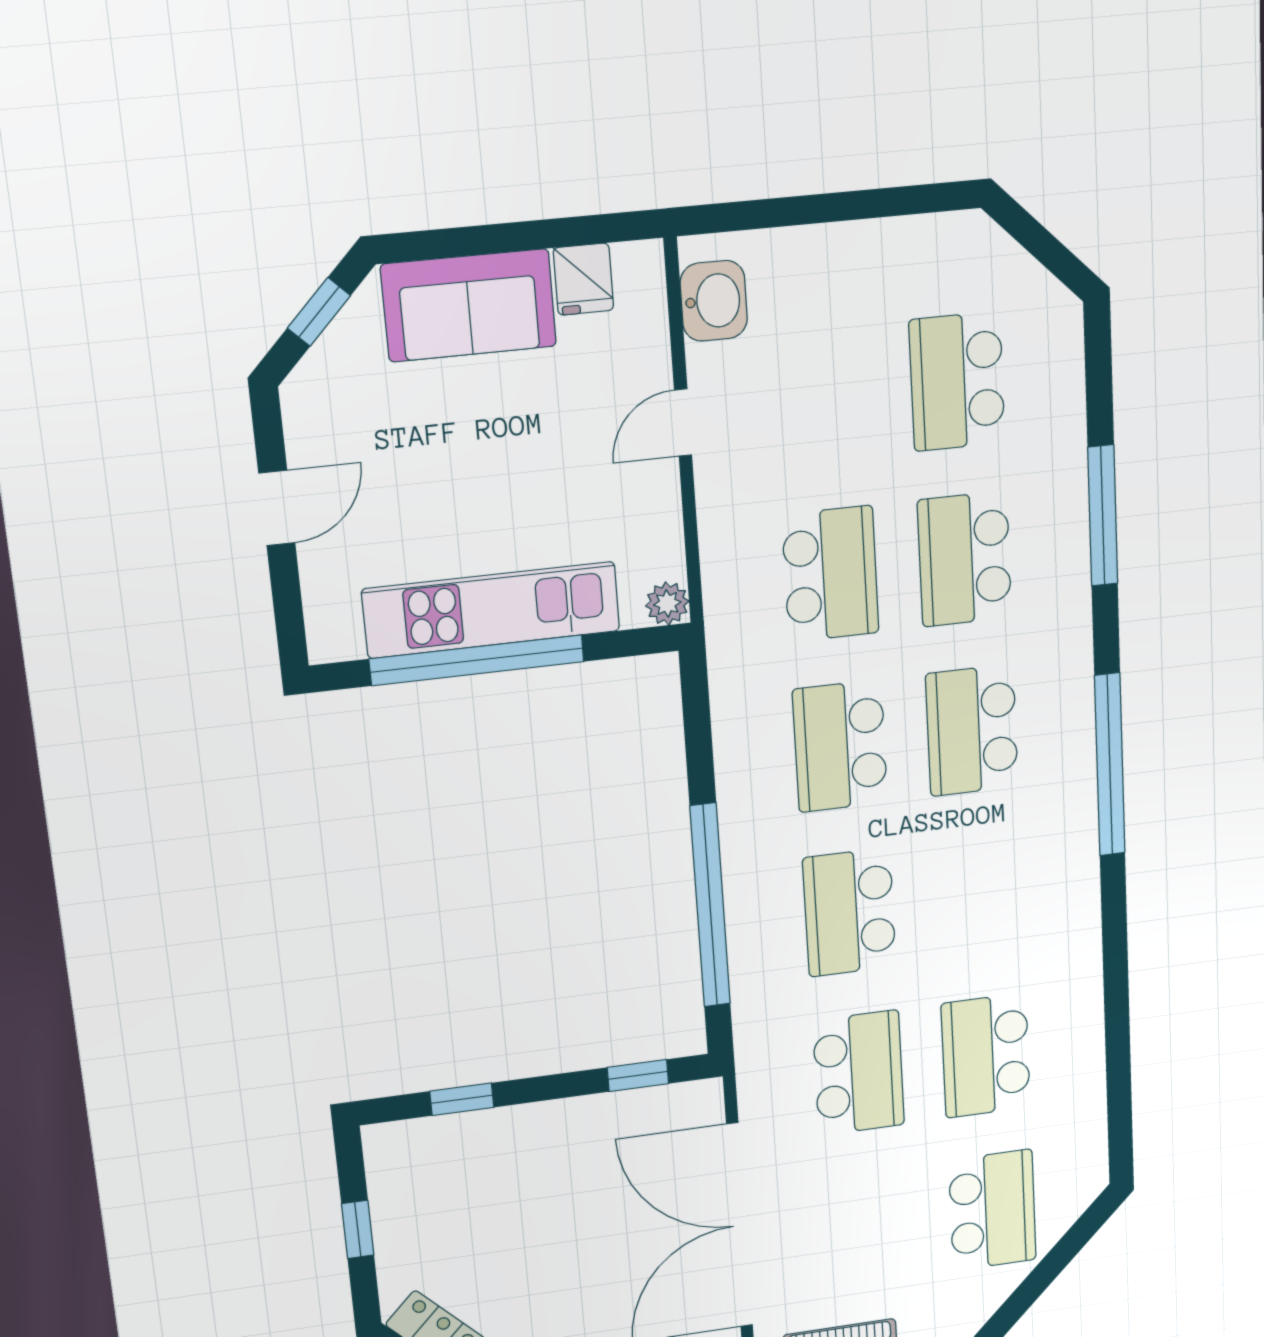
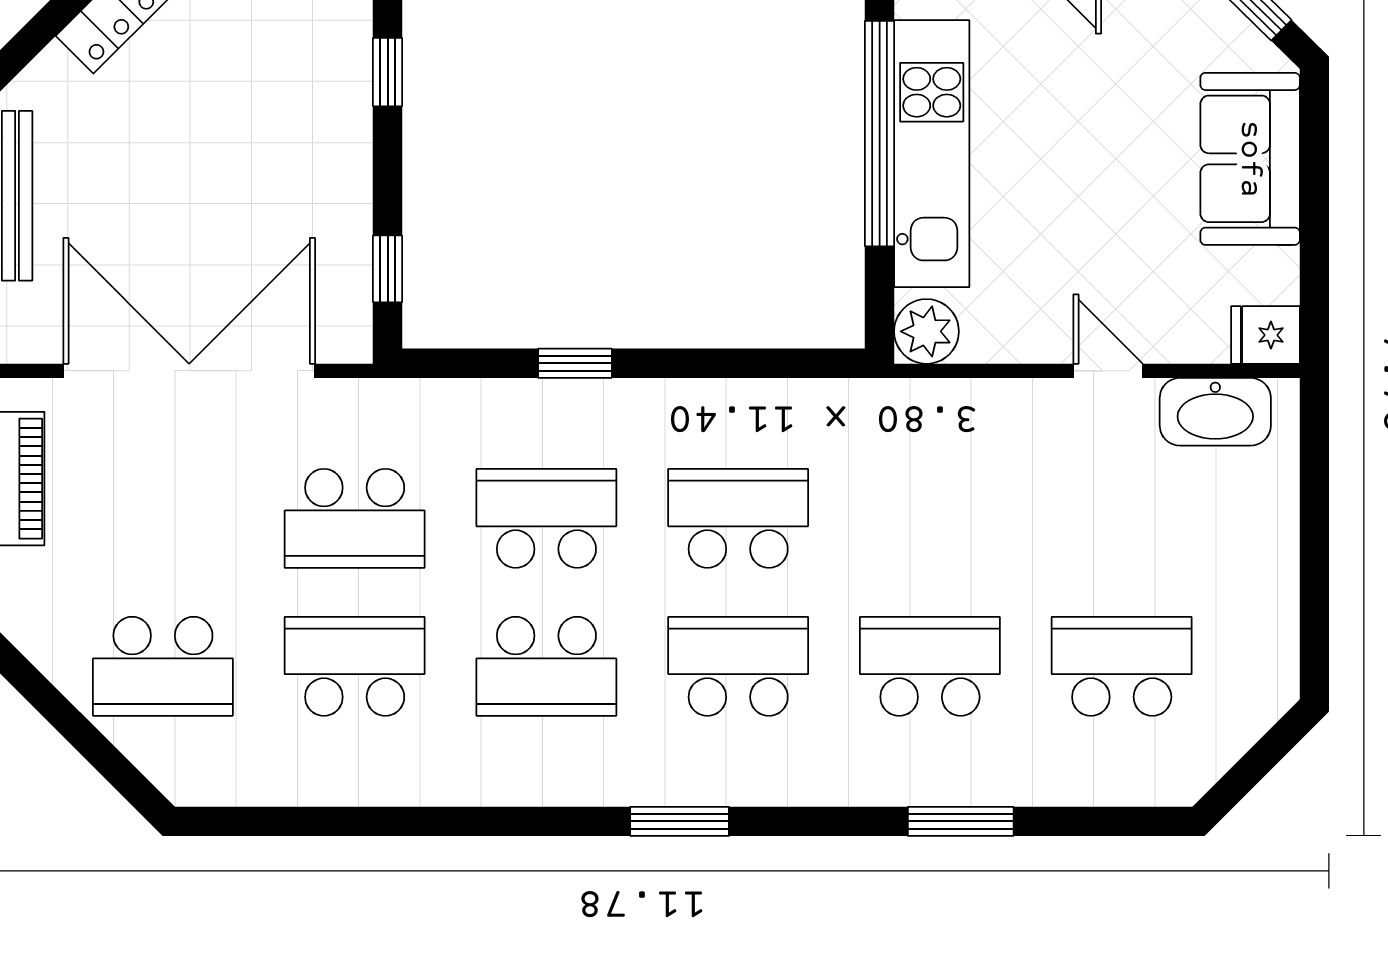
fridge: (583, 279) -> (1265, 335), moved
washbasin: (714, 301) -> (1215, 412), width x1.38
window: (1103, 516) -> (961, 821), width x0.69
school desk: (830, 574) -> (546, 666), moved
plant: (667, 603) -> (926, 331), width x1.38, depth x1.38
window: (1110, 765) -> (680, 821), width x0.47
window: (710, 906) -> (575, 363), width x0.32

